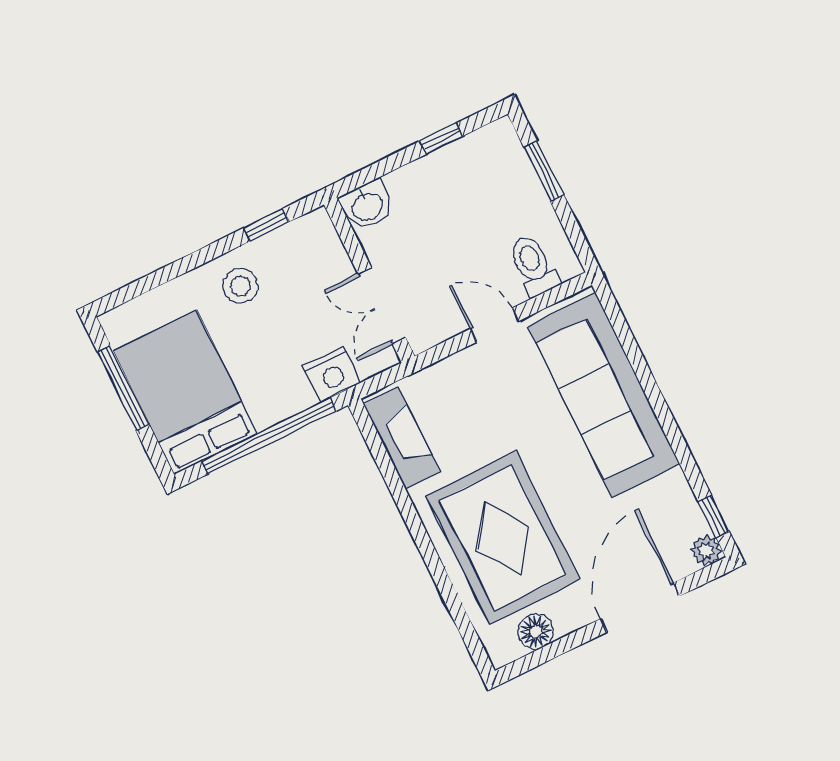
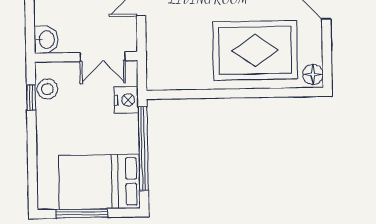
stool: (241, 286) -> (47, 89), moved
fireplace: (402, 438) -> (177, 79), removed
floor lamp: (536, 631) -> (313, 74), moved

